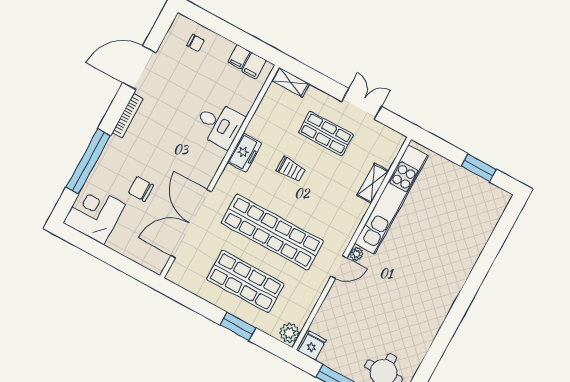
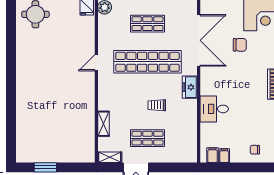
shelving: (291, 82) -> (110, 157), moved
freezer: (245, 153) -> (190, 87), moved
kitchen unit: (392, 200) -> (87, 120), removed
plant: (356, 254) -> (90, 76), removed
shop shelf: (245, 281) -> (147, 24), width x0.70, depth x0.74

